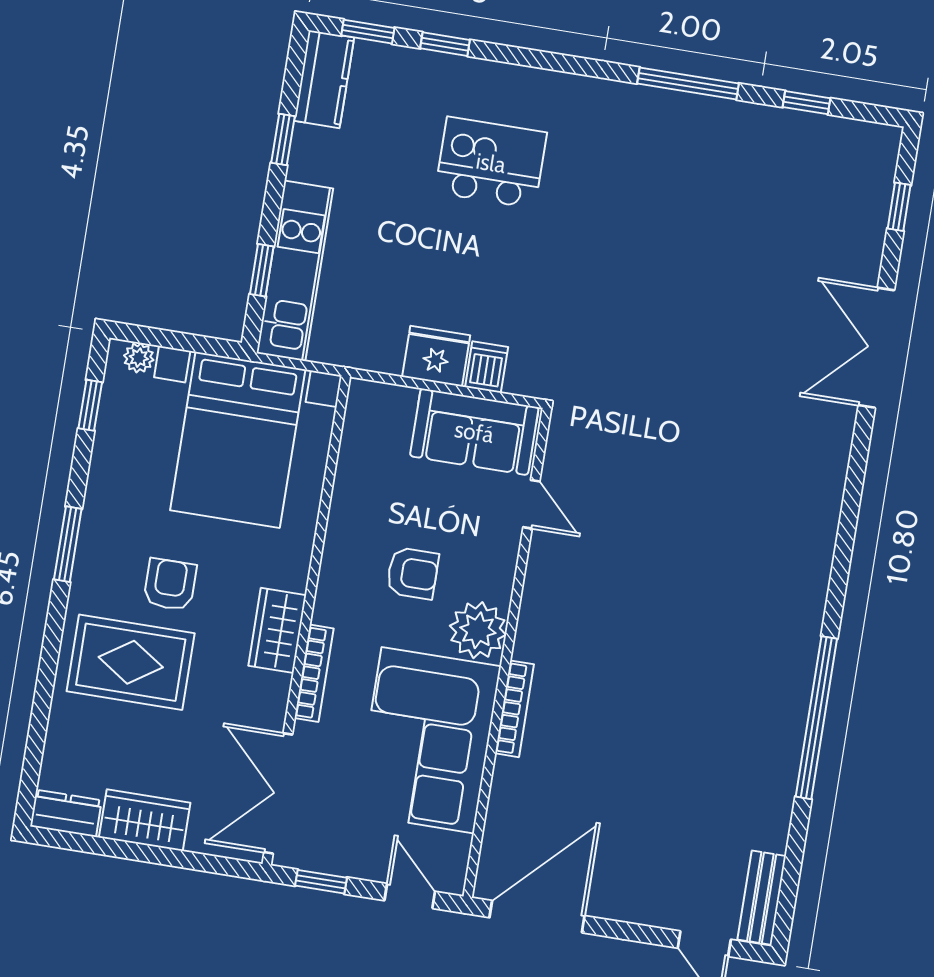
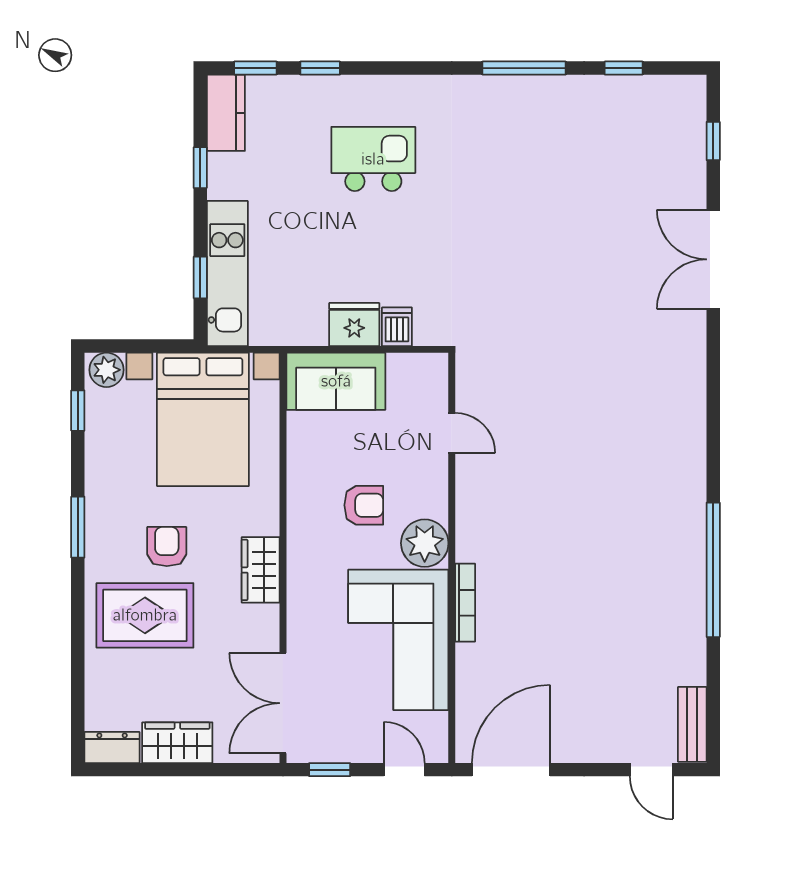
plant: (139, 358) -> (107, 370), width x1.38, depth x1.38
sofa: (474, 432) -> (336, 381), moved
bookcase: (314, 673) -> (296, 600), removed

